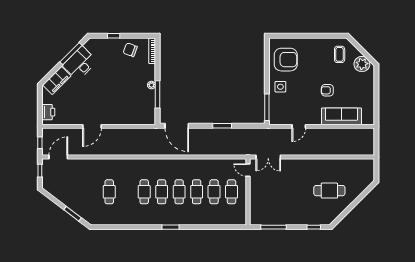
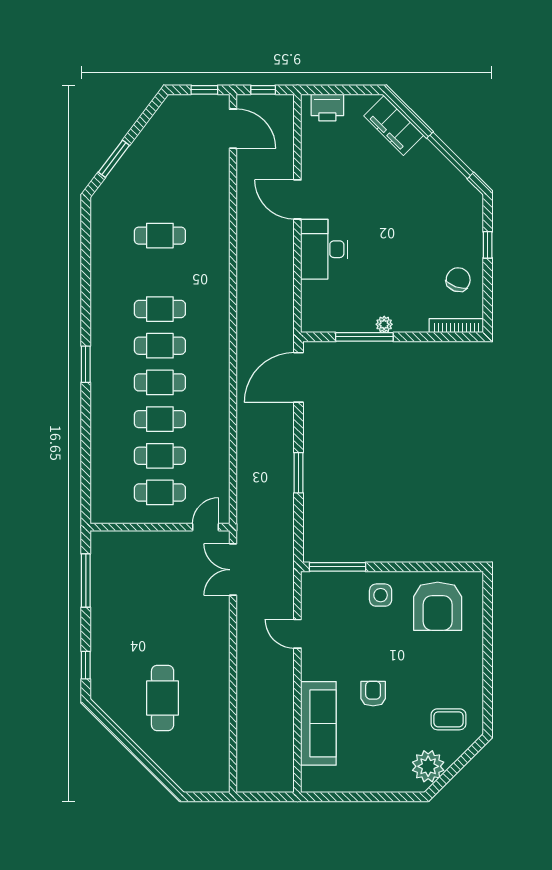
desk: (80, 63) -> (324, 249), moved, turned -135

